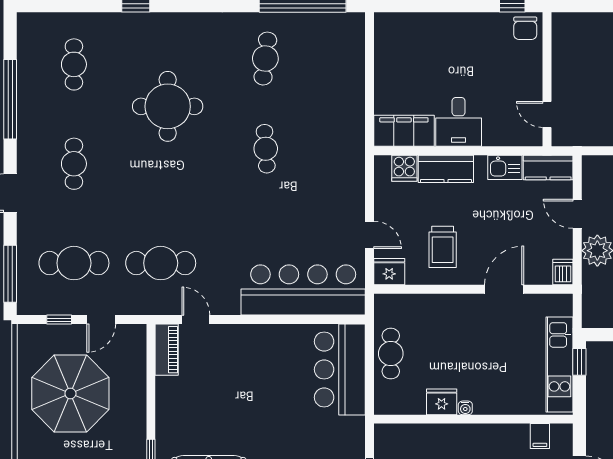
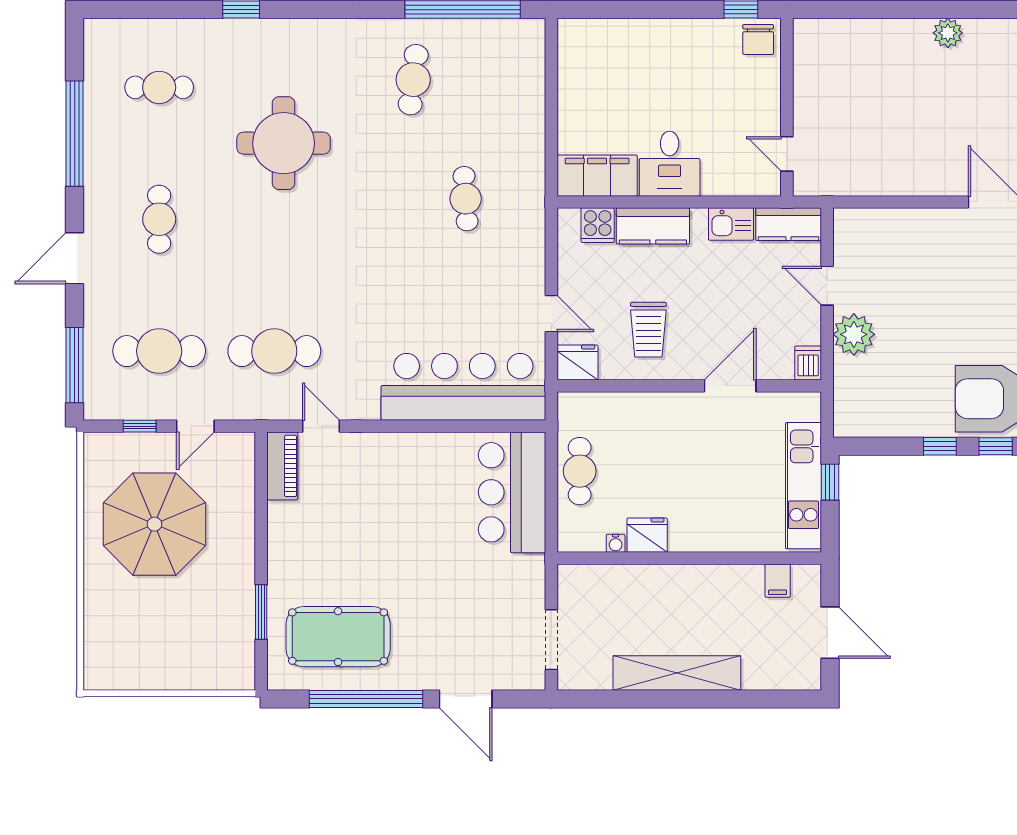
cafe table: (74, 64) -> (159, 87), turned 90
cafe table: (266, 149) -> (466, 199), moved
water cooler: (465, 408) -> (616, 543), moved

